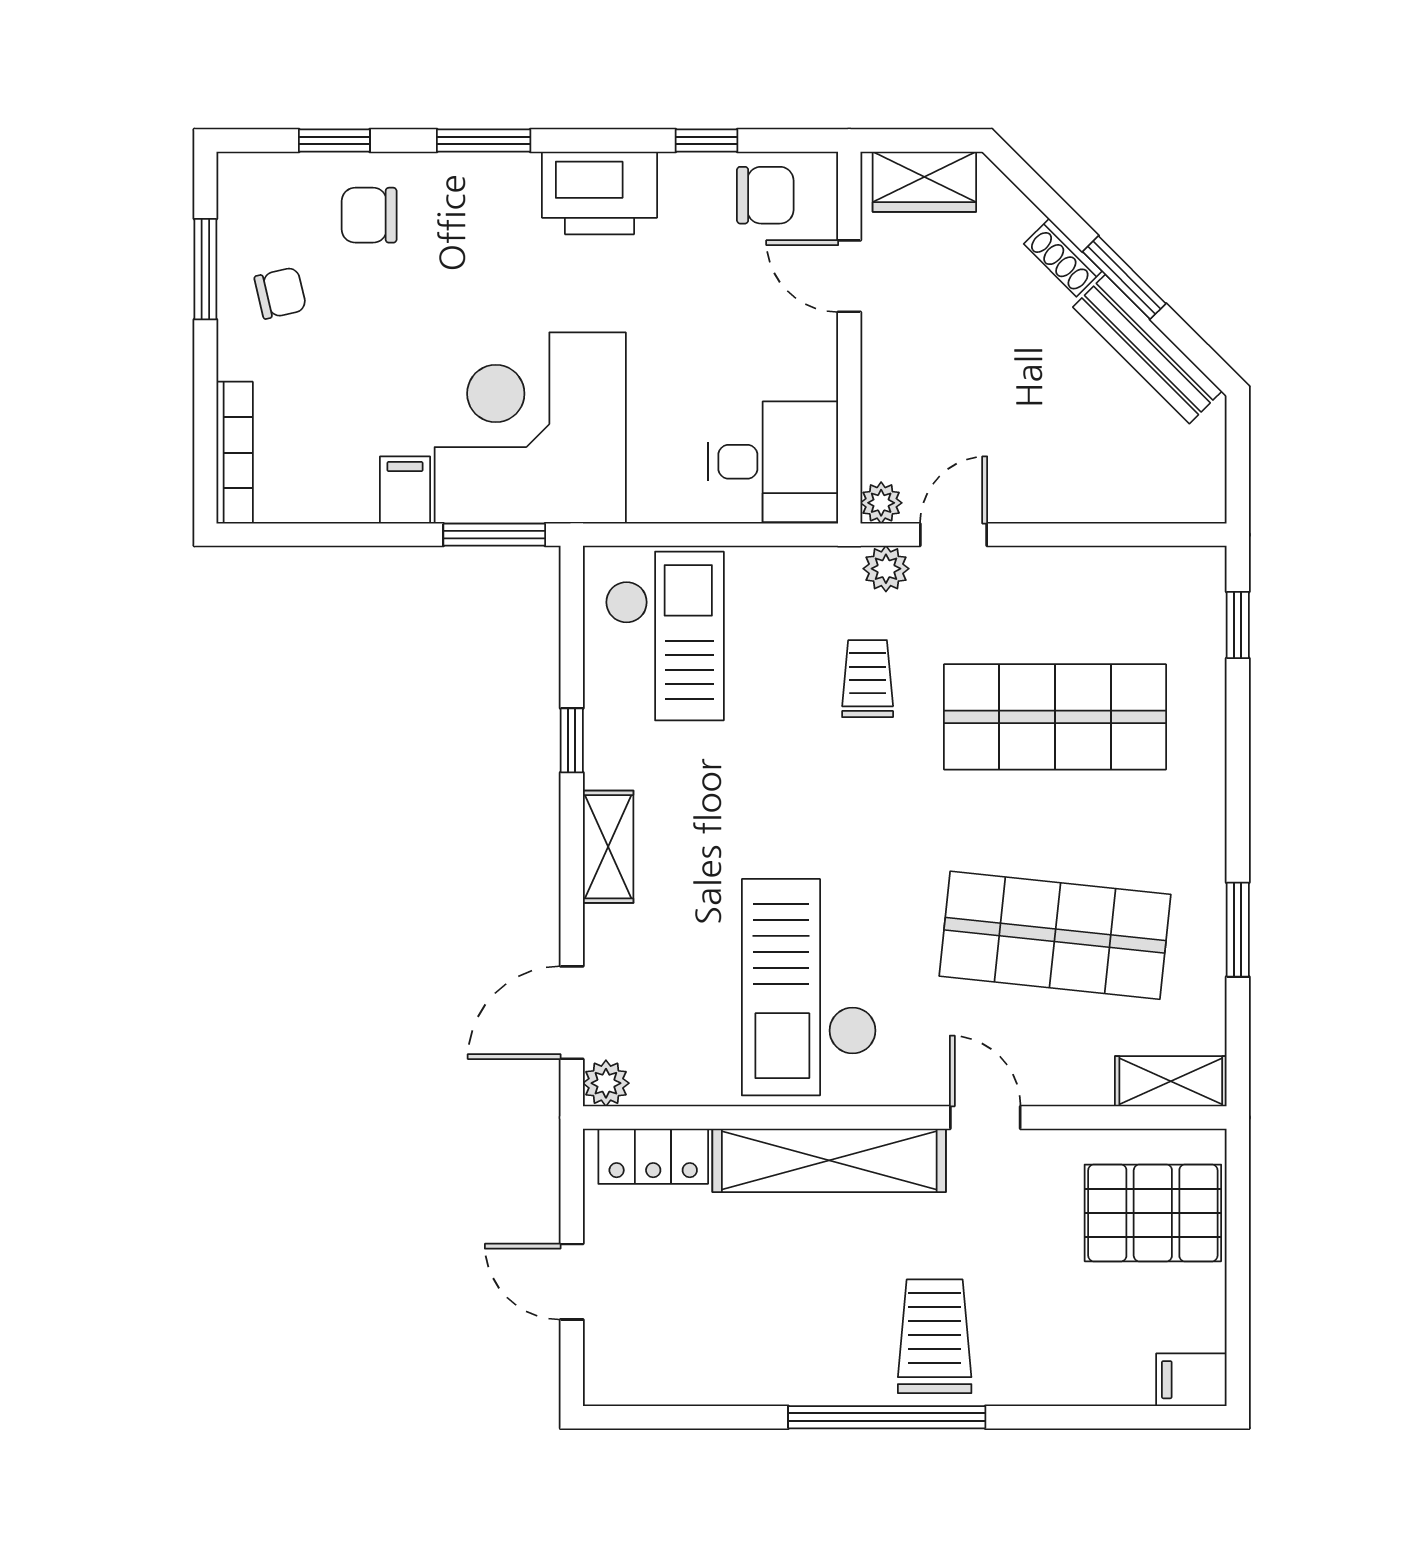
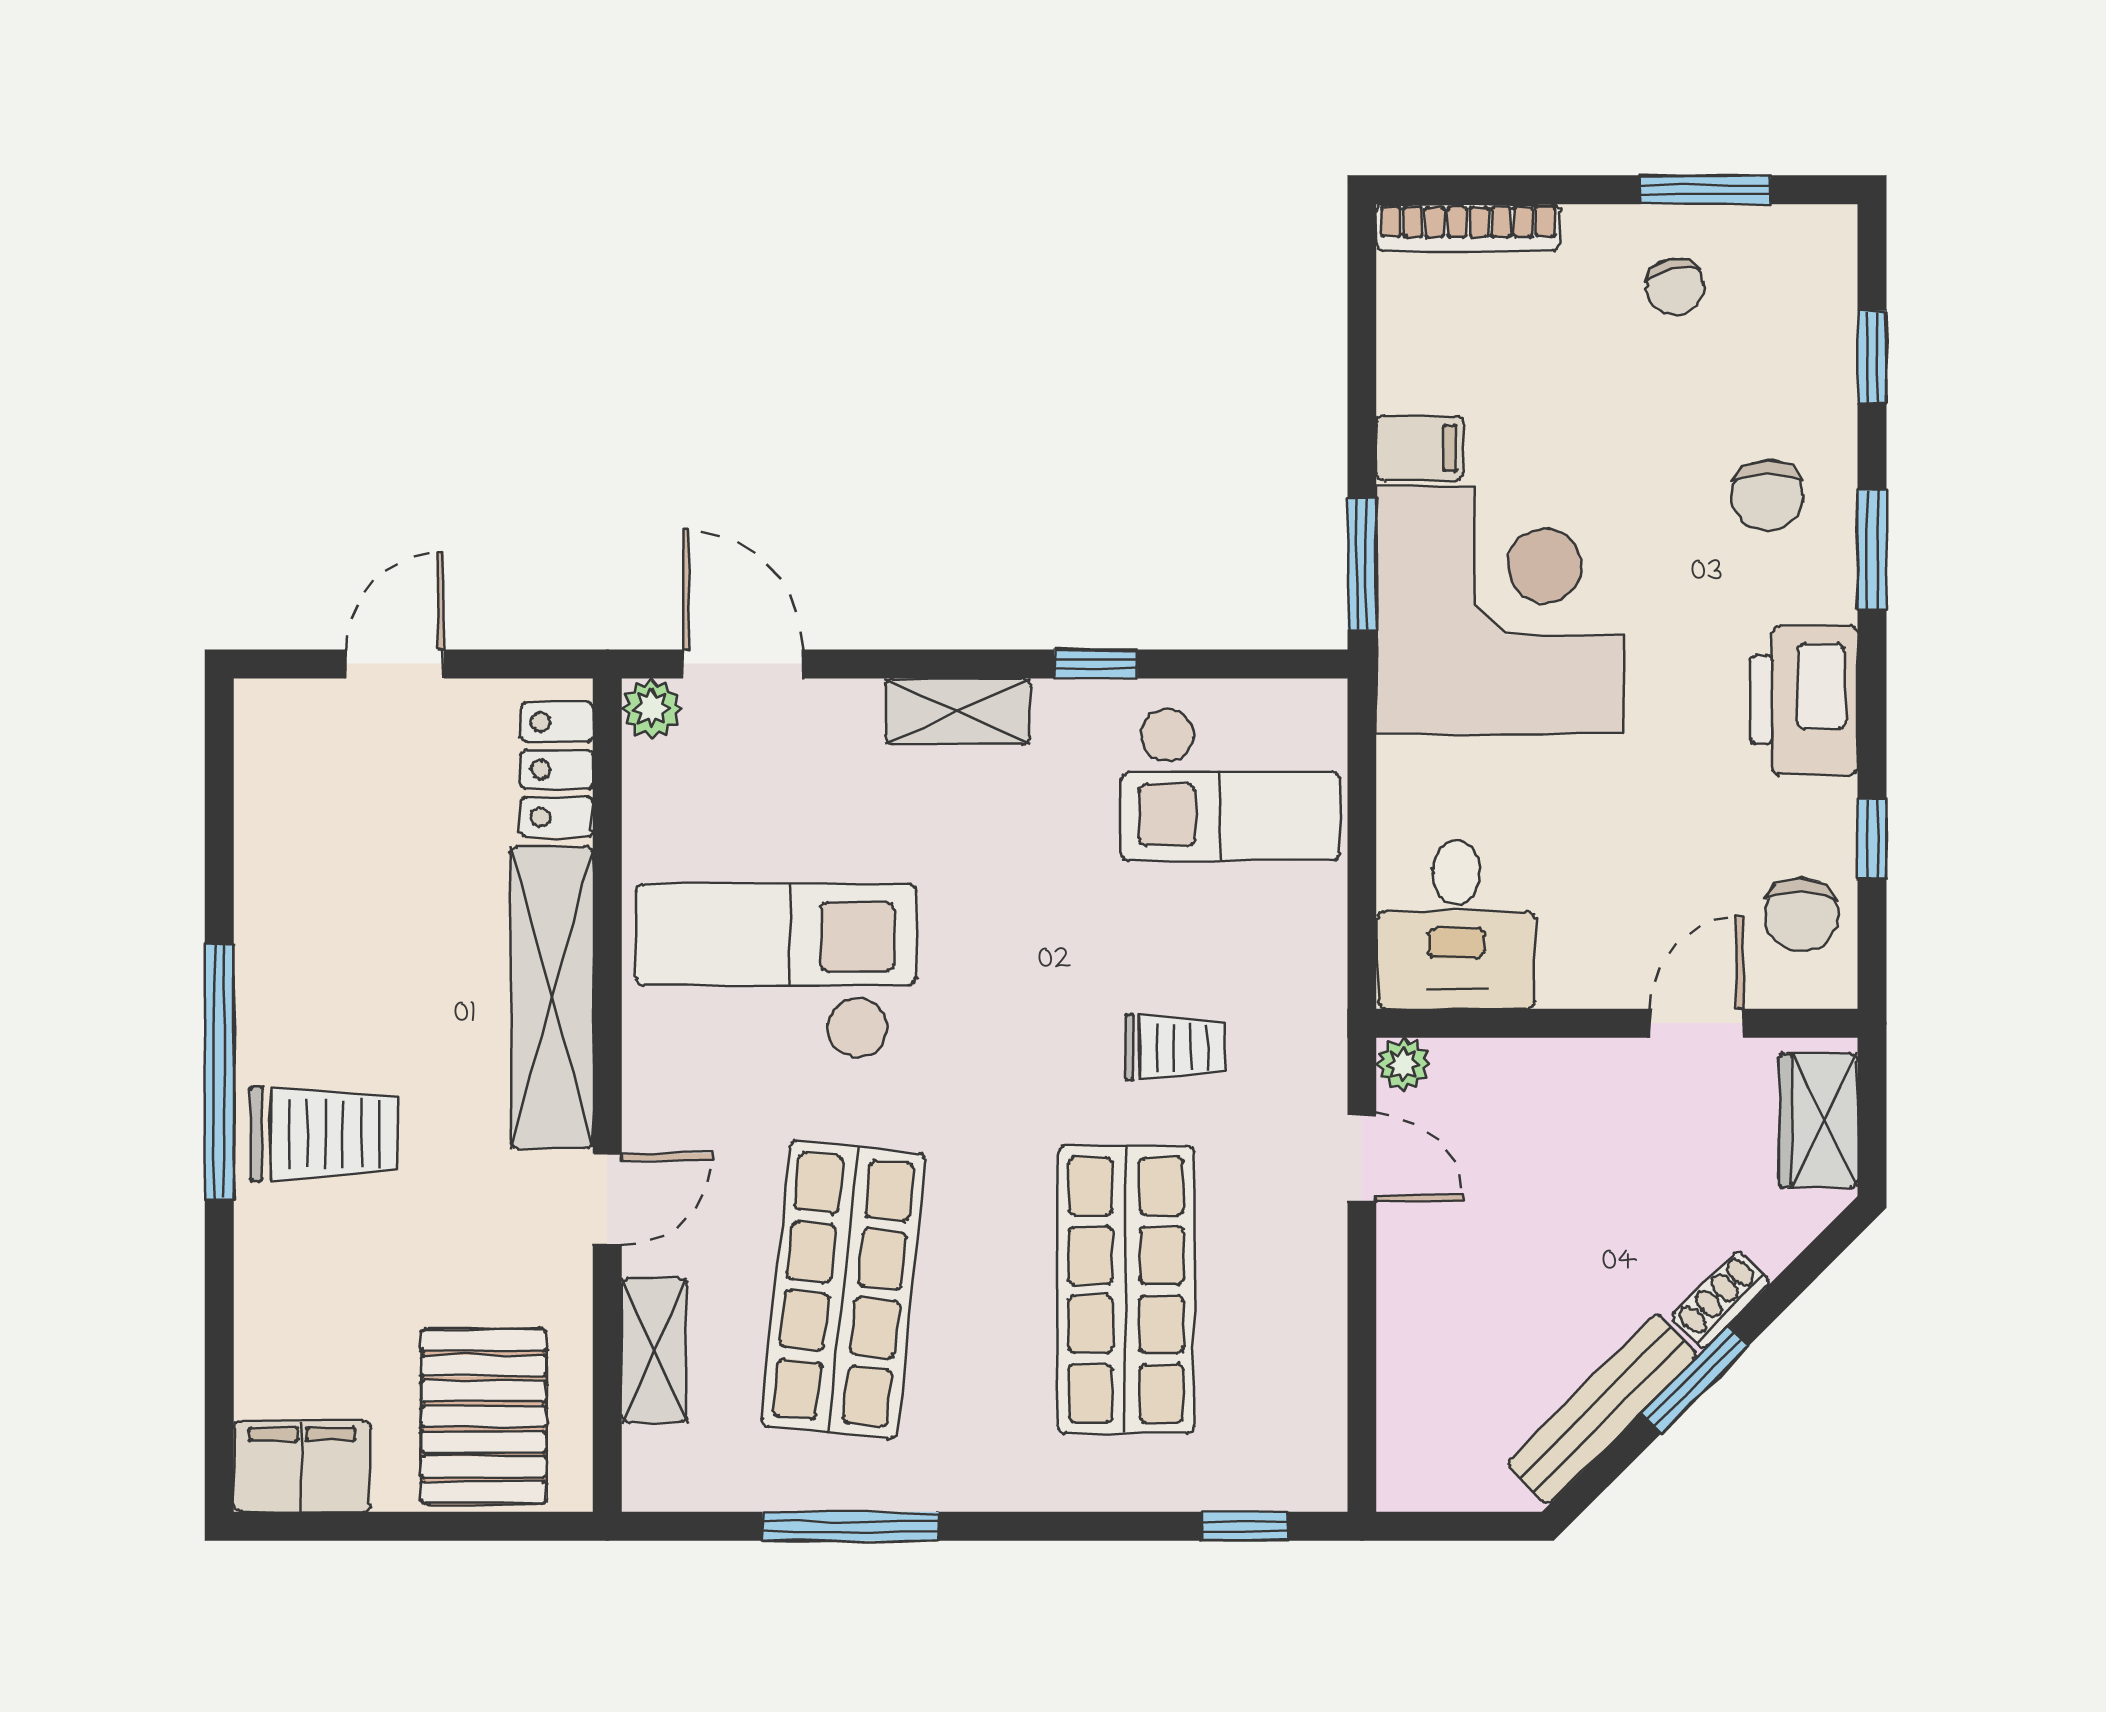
chair: (369, 215) -> (1768, 495), moved, turned 180
plant: (886, 569) -> (1318, 1071), removed
window: (1238, 930) -> (851, 1526), width x1.44
shelving: (1171, 1081) -> (654, 1350), moved
filing cabinet: (1191, 1380) -> (302, 1466), width x2.00

